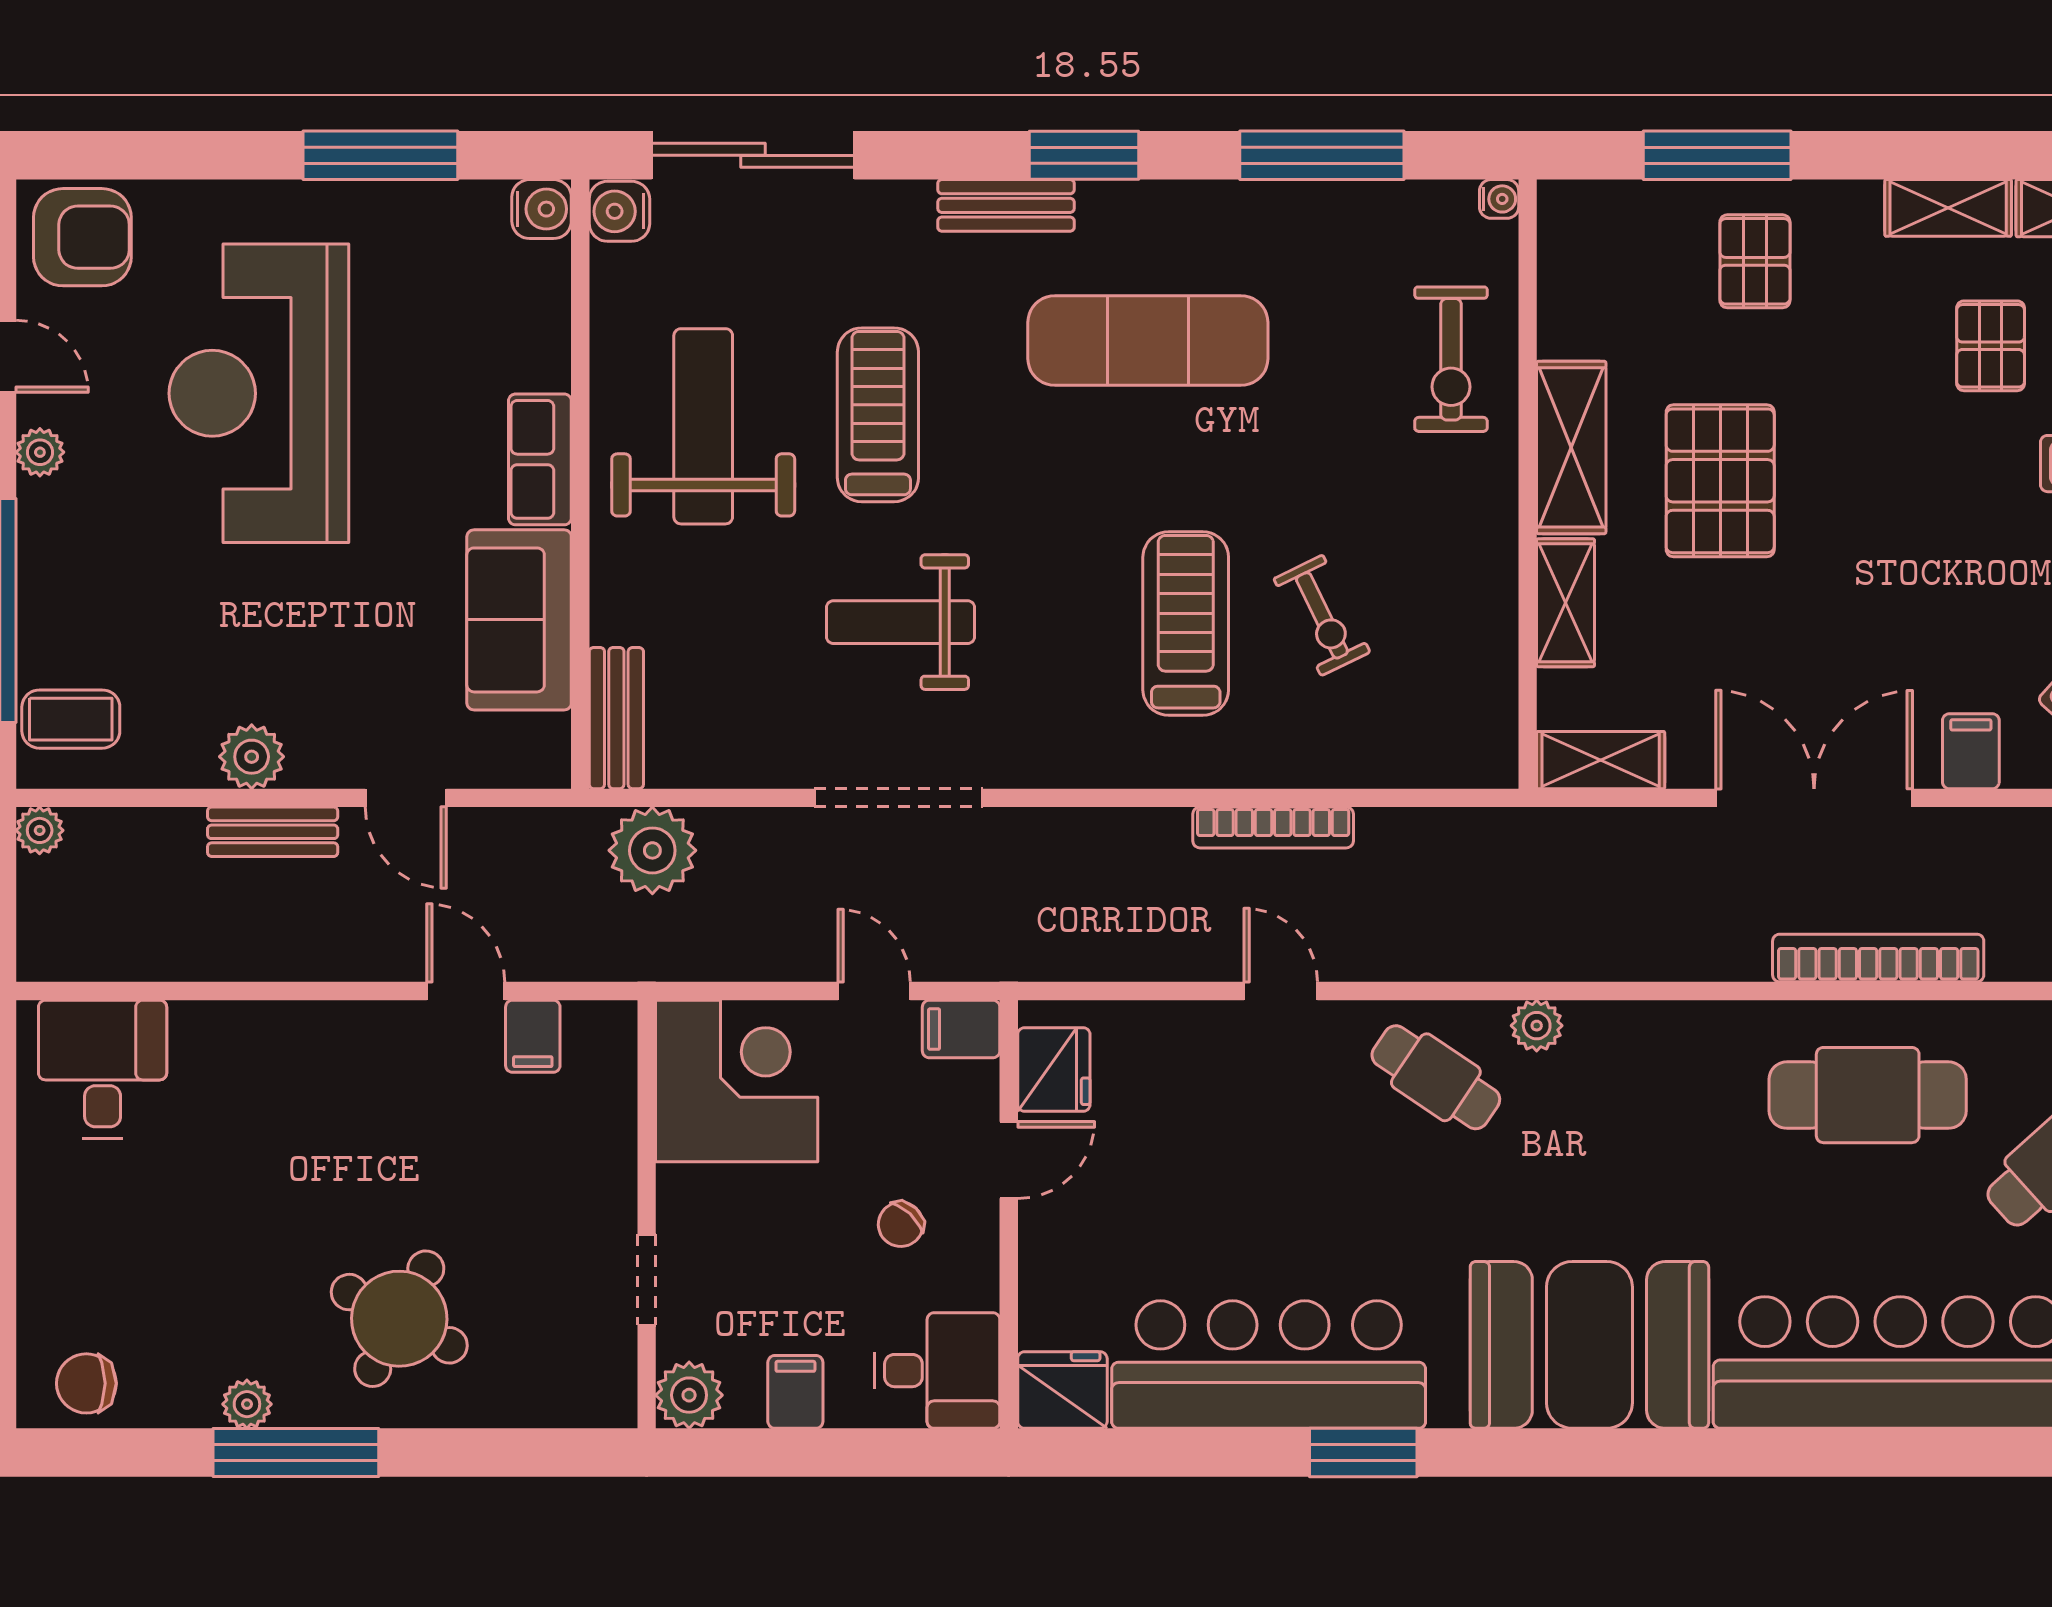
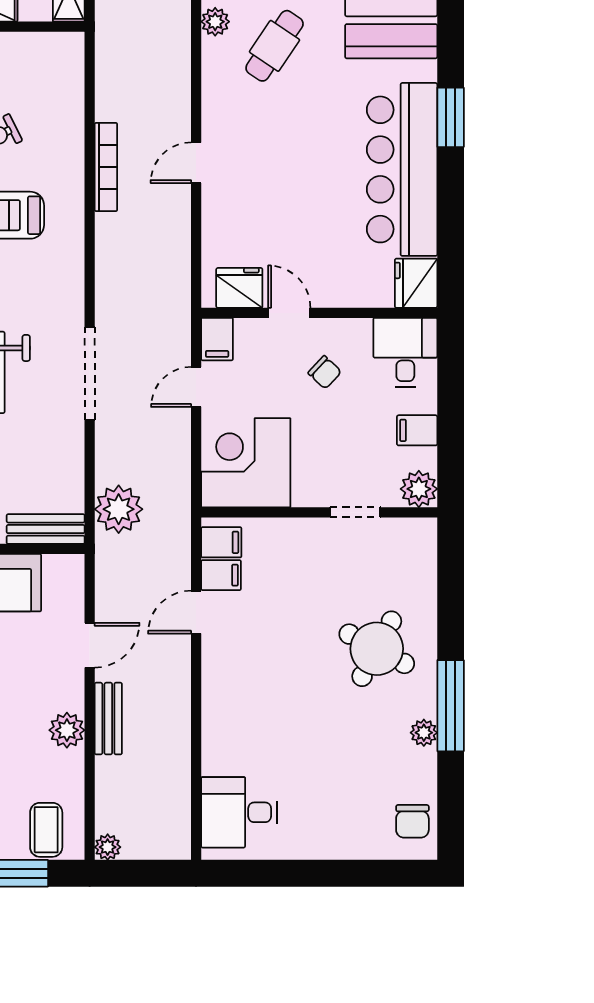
filing cabinet: (592, 1037) -> (221, 542), added
cafe table: (1436, 1077) -> (275, 46), moved

